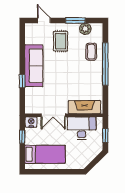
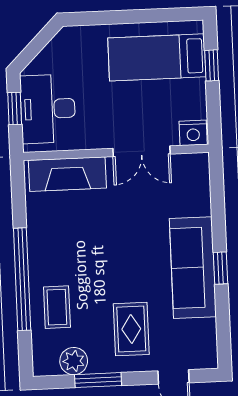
window: (22, 81) -> (221, 268), moved
double door: (53, 115) -> (141, 151), swing flipped
desk: (82, 128) -> (48, 109), moved, turned 90
window: (22, 137) -> (212, 65), moved

